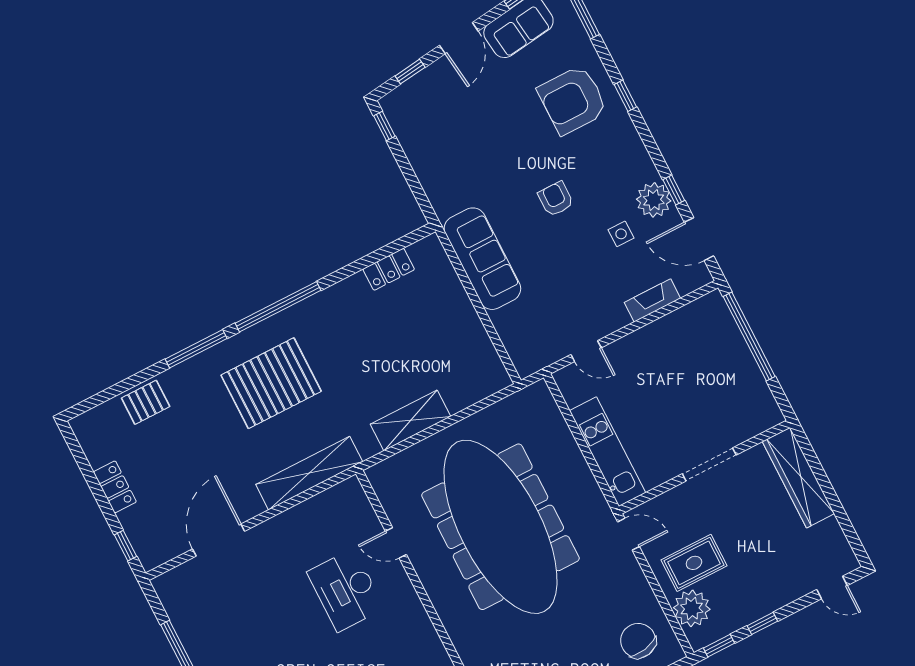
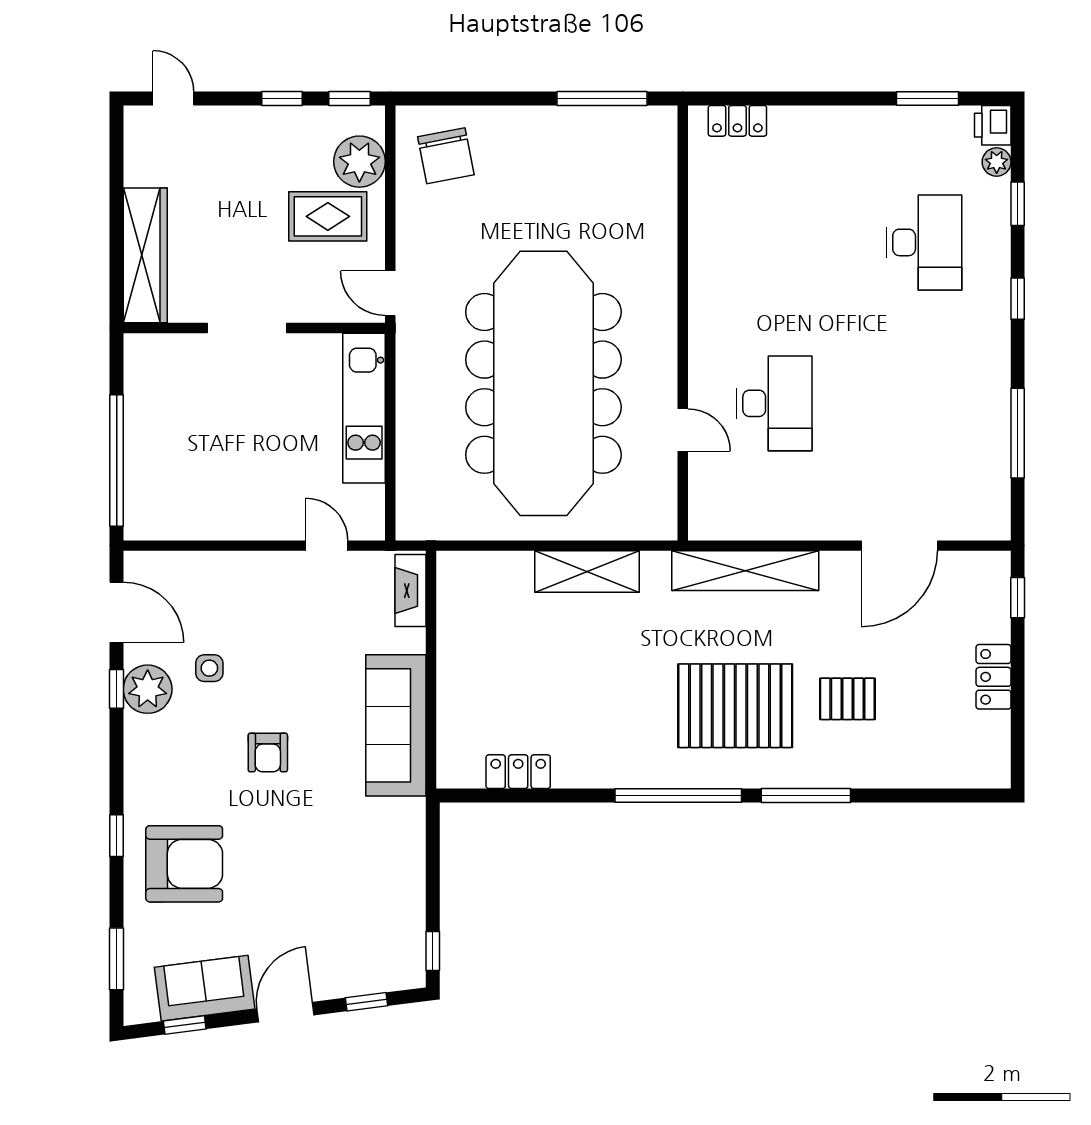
fireplace: (652, 300) -> (411, 591), moved, turned 90
pallet: (146, 402) -> (847, 699), moved

